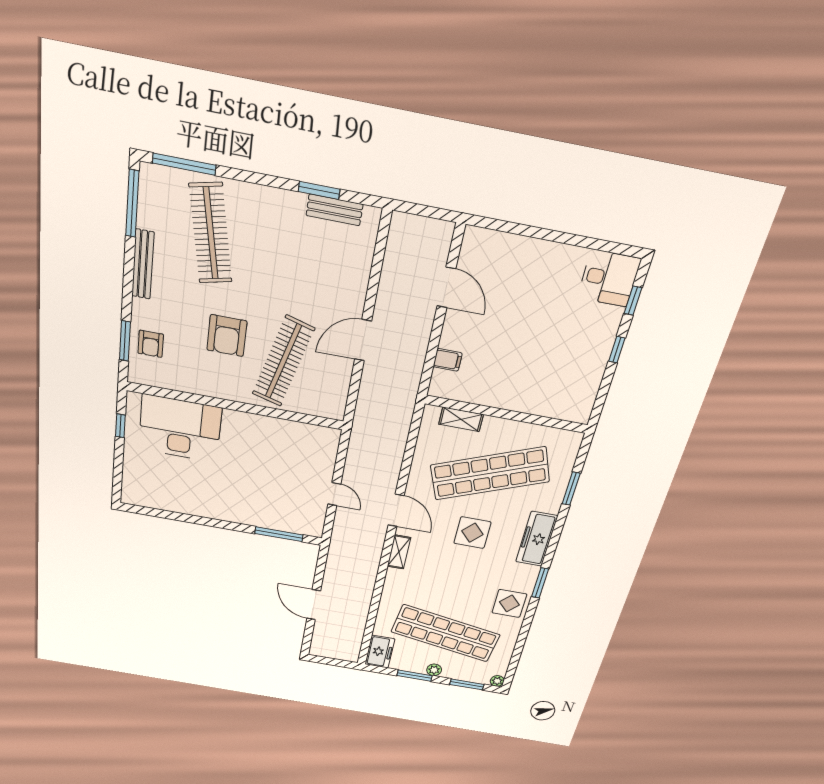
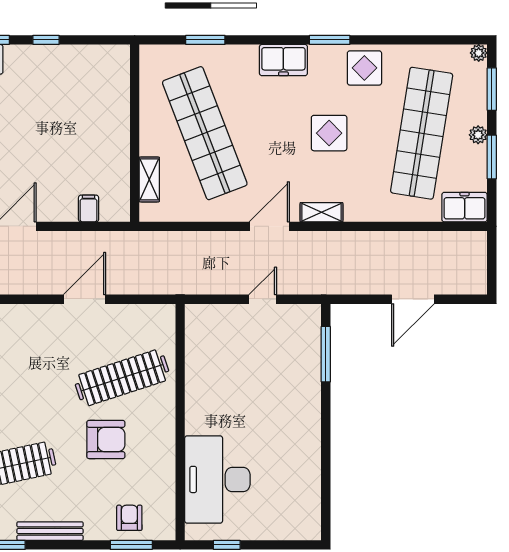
door: (363, 340) -> (85, 299), swing flipped
armchair: (151, 344) -> (129, 518), turned -90
clothes rail: (283, 361) -> (122, 378), turned -33
display table: (472, 533) -> (329, 133), moved
freezer: (537, 539) -> (283, 60), width x0.71

